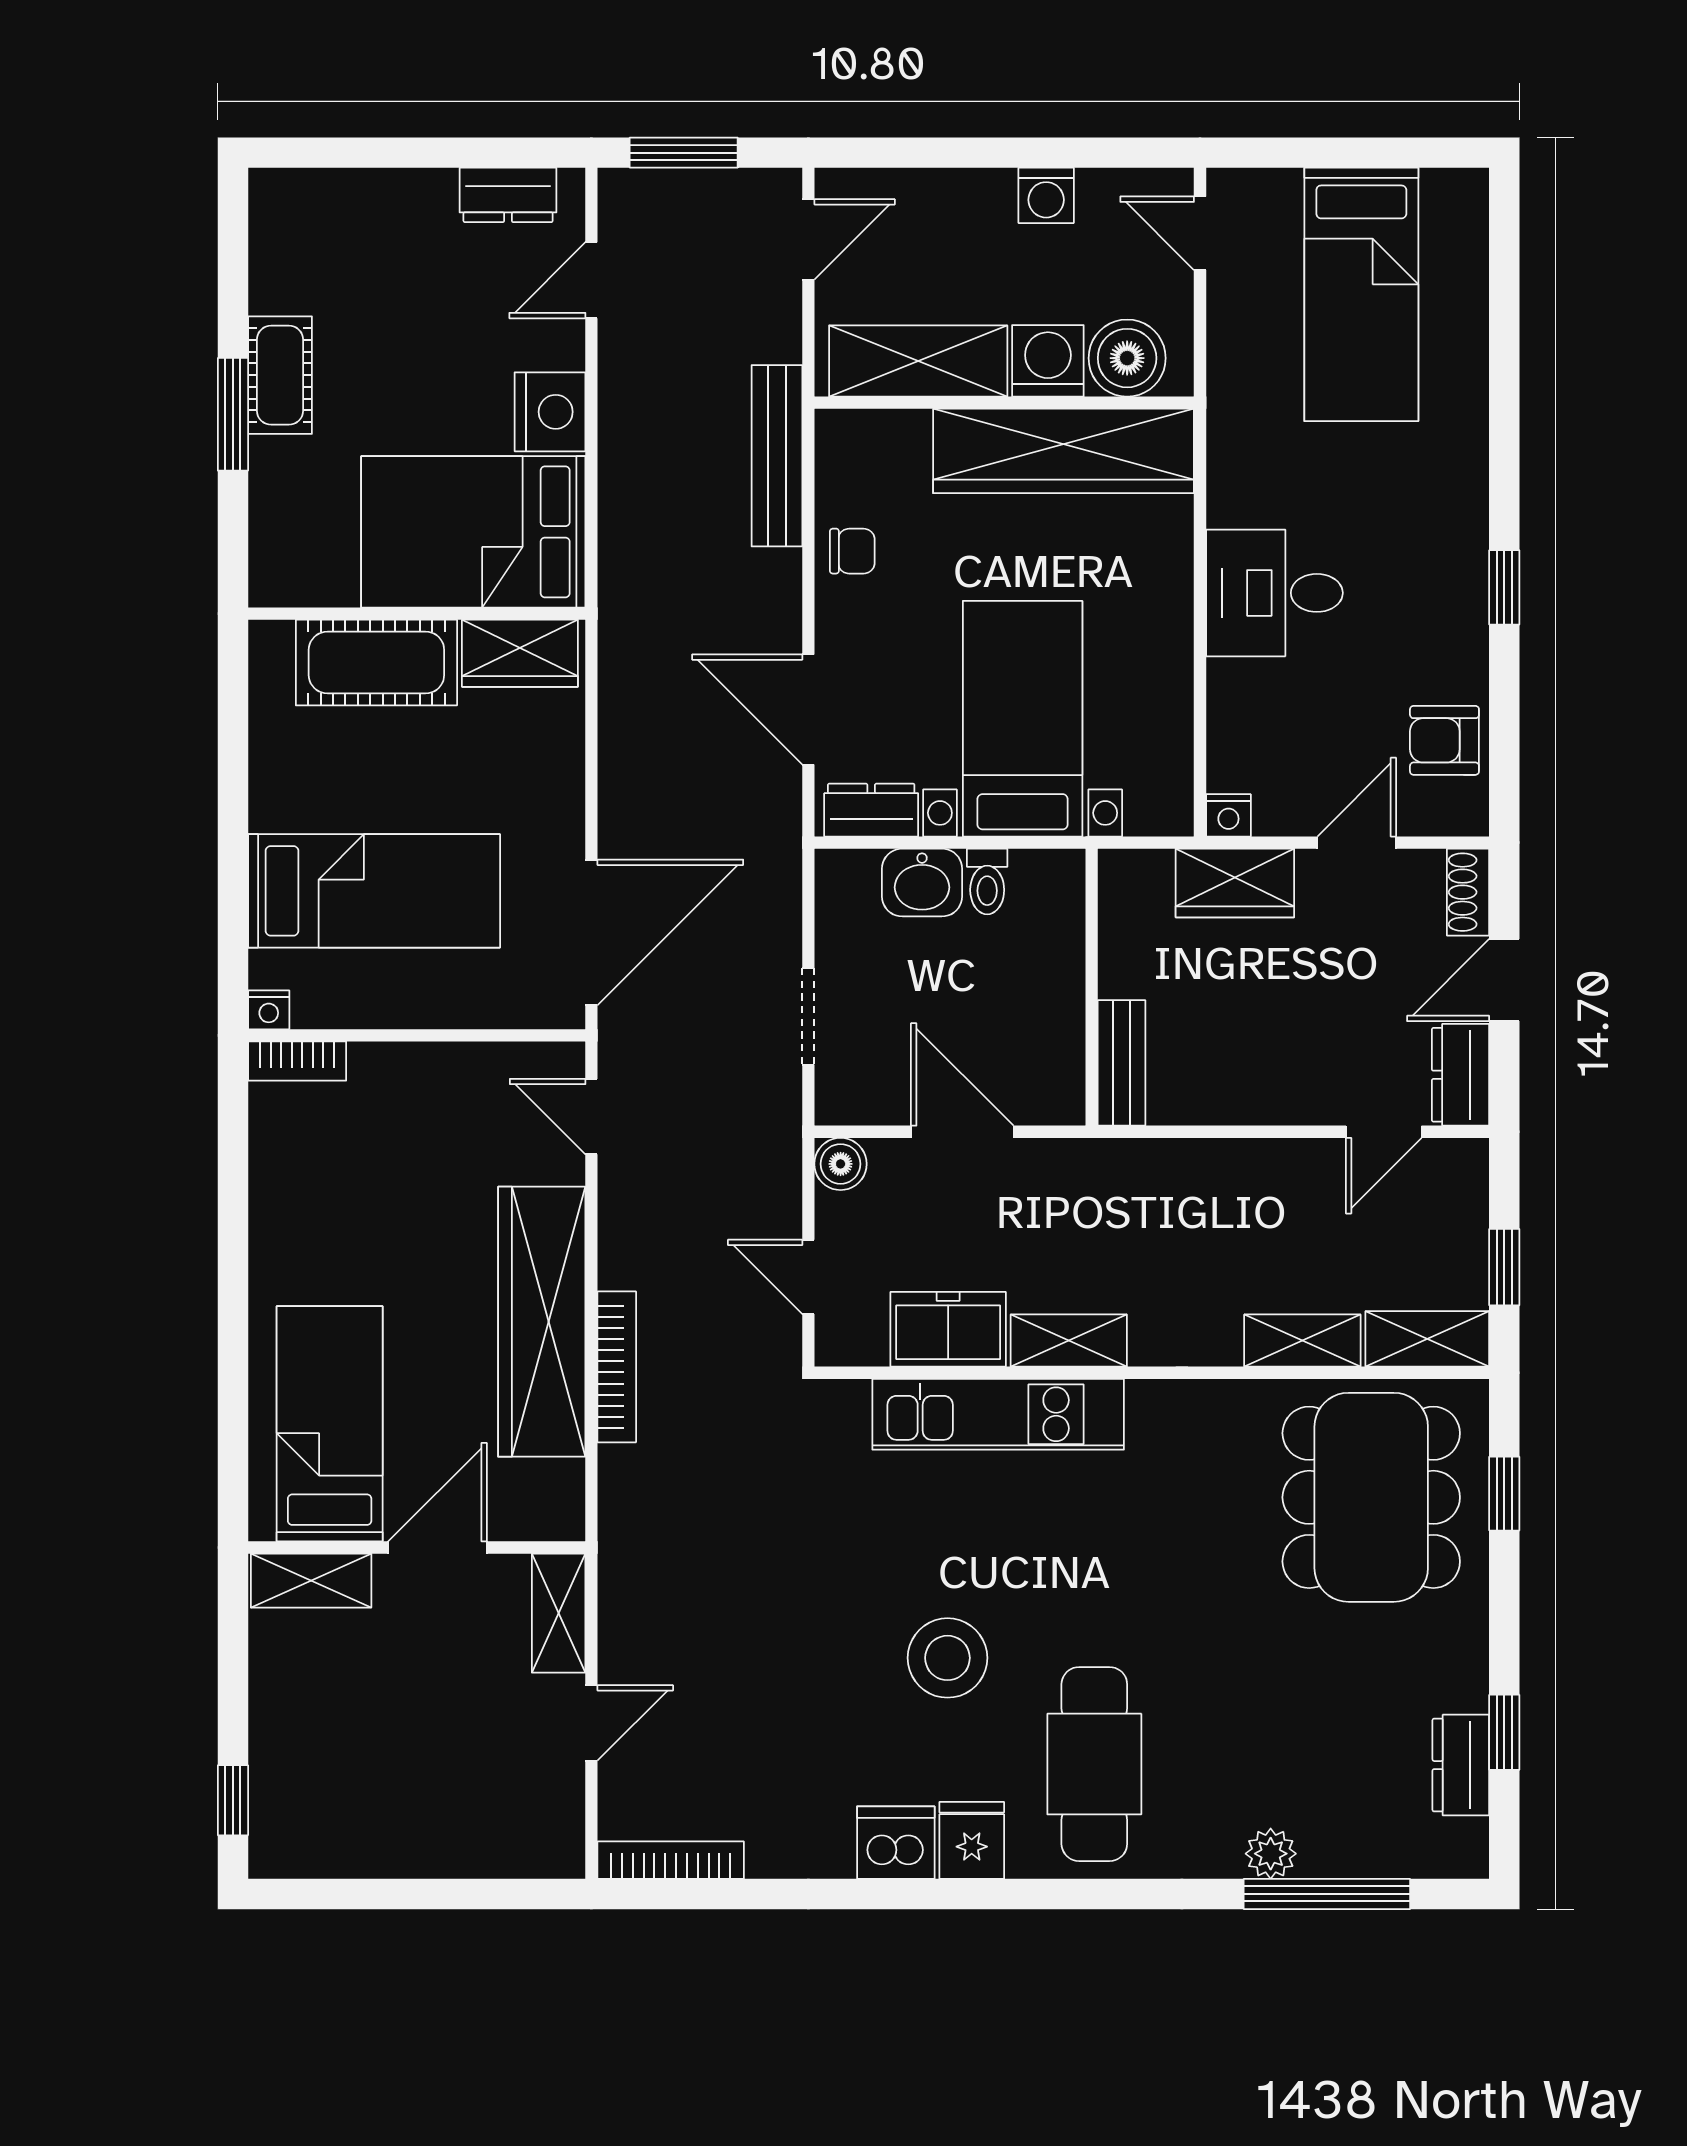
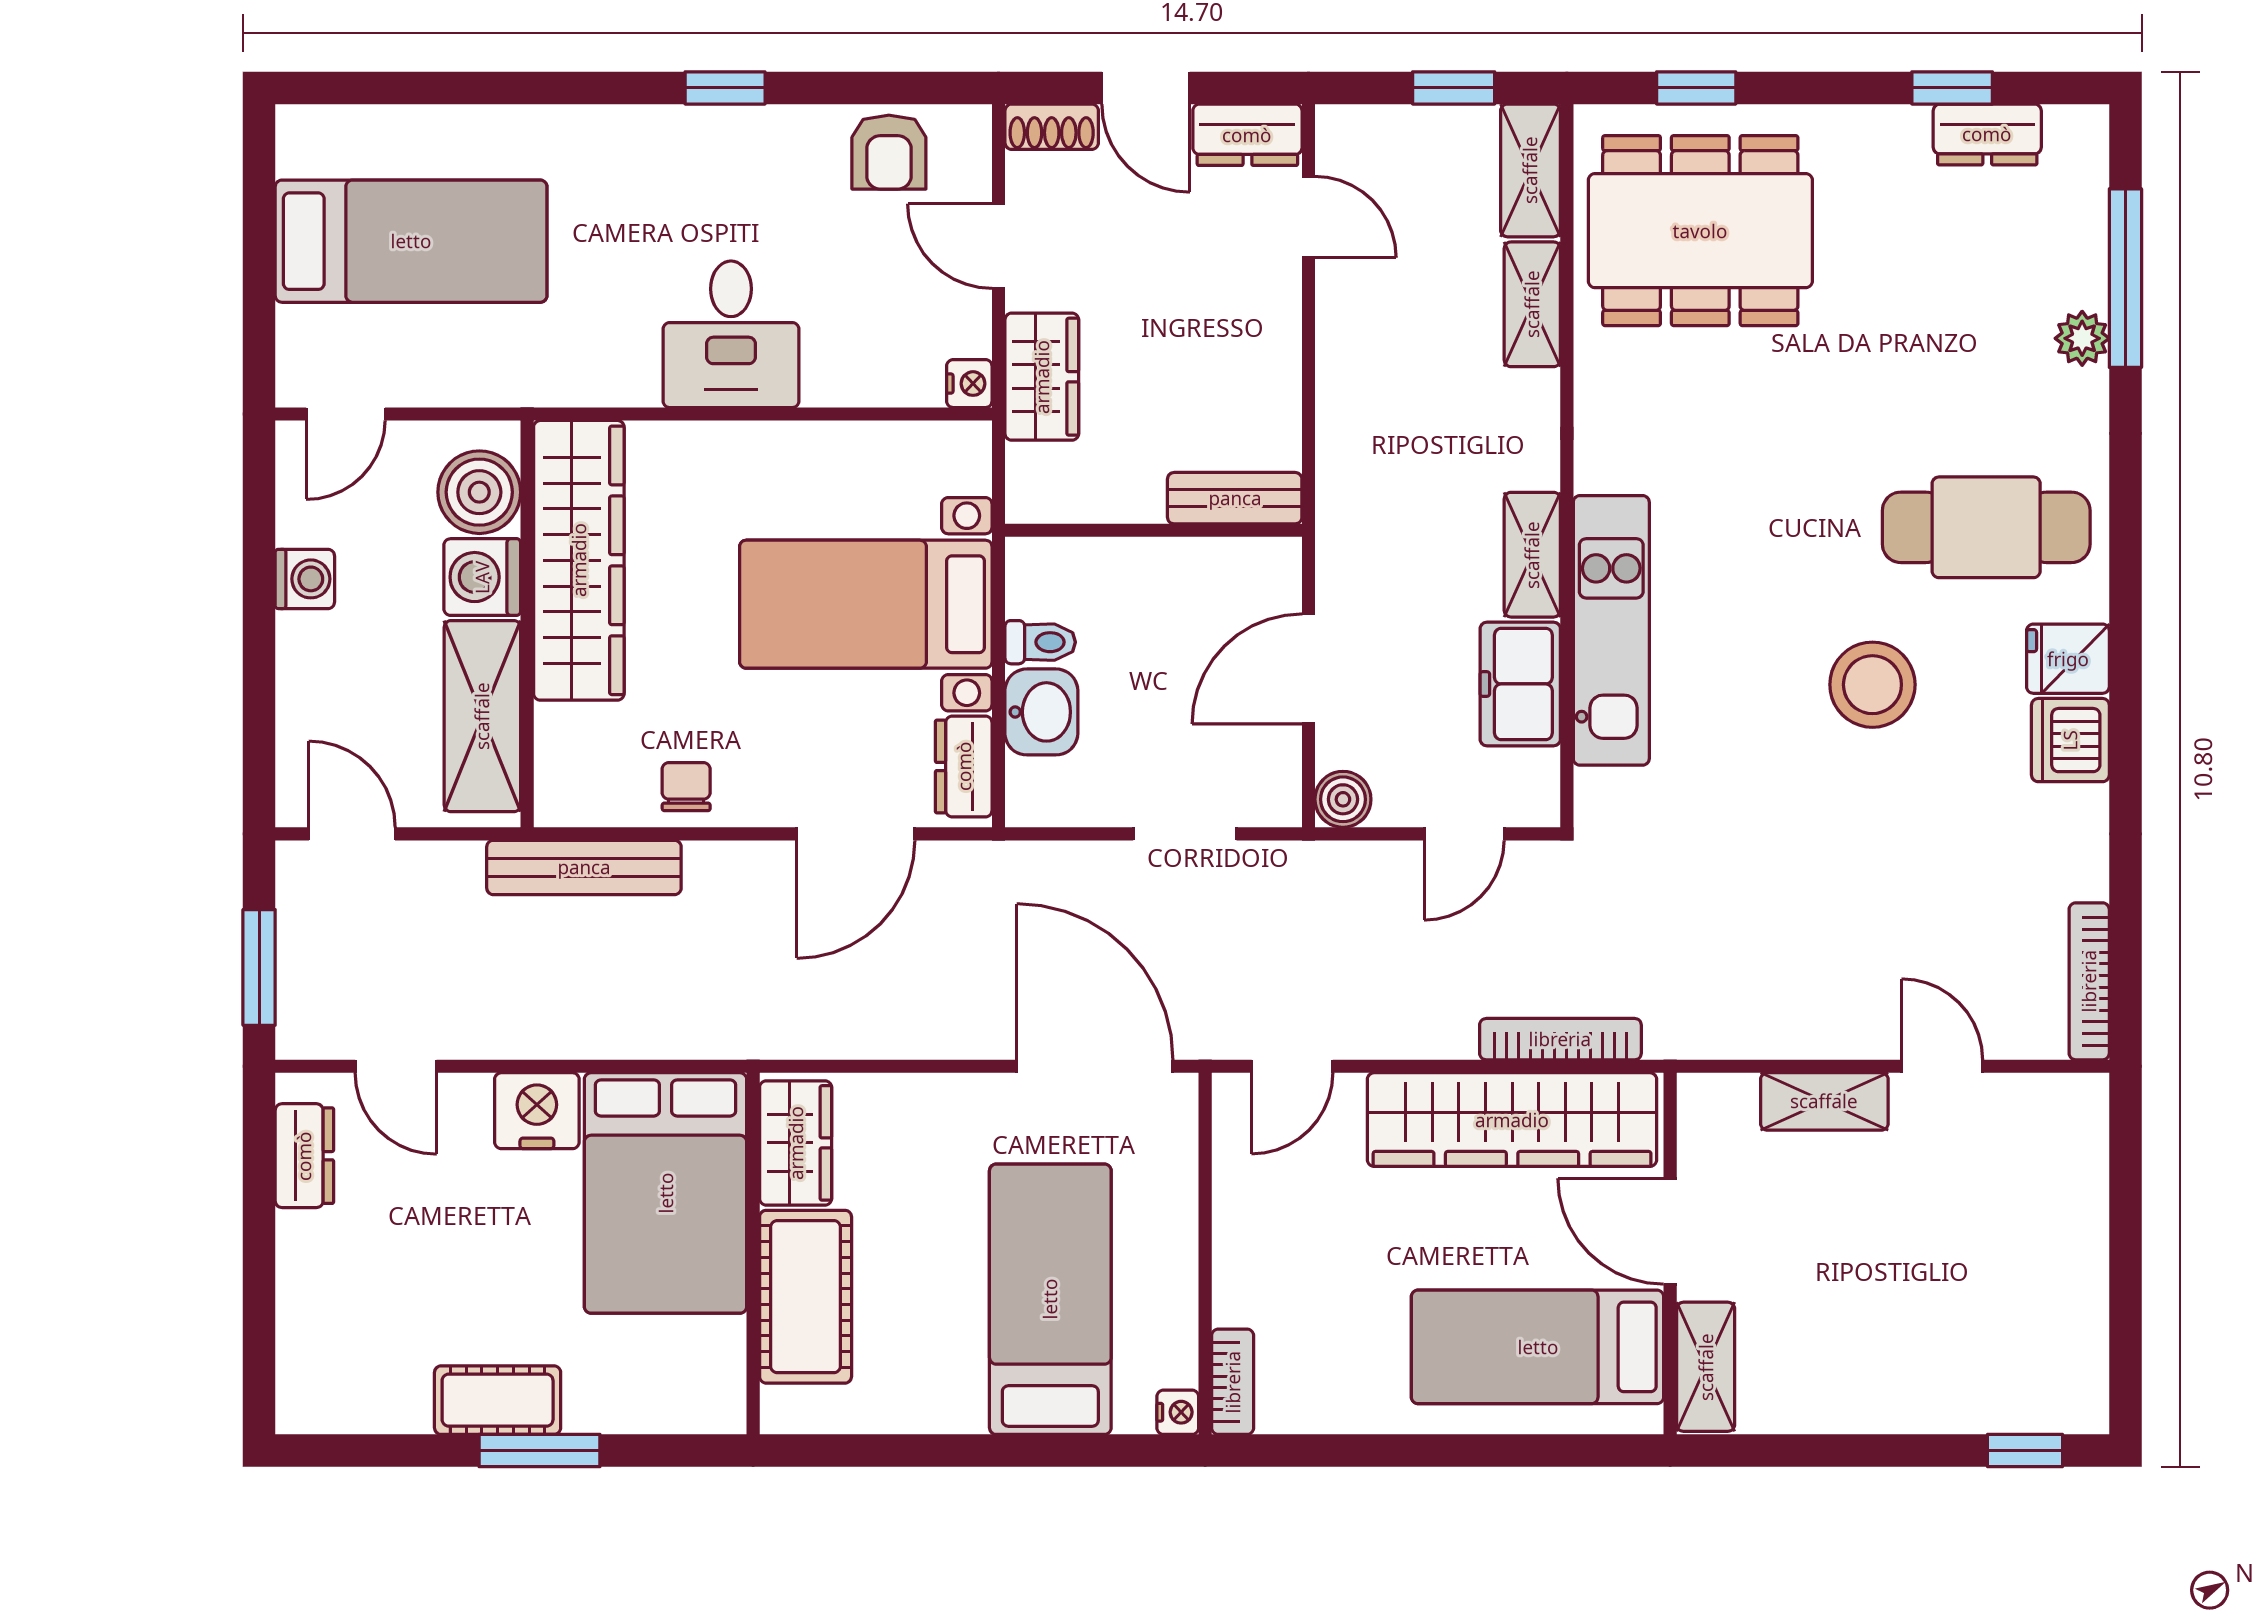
bed: (330, 1424) -> (1538, 1347), moved
wall: (417, 1547) -> (1670, 1254), moved
door: (438, 1547) -> (1670, 1231), moved
shelving: (311, 1581) -> (1706, 1367), moved

